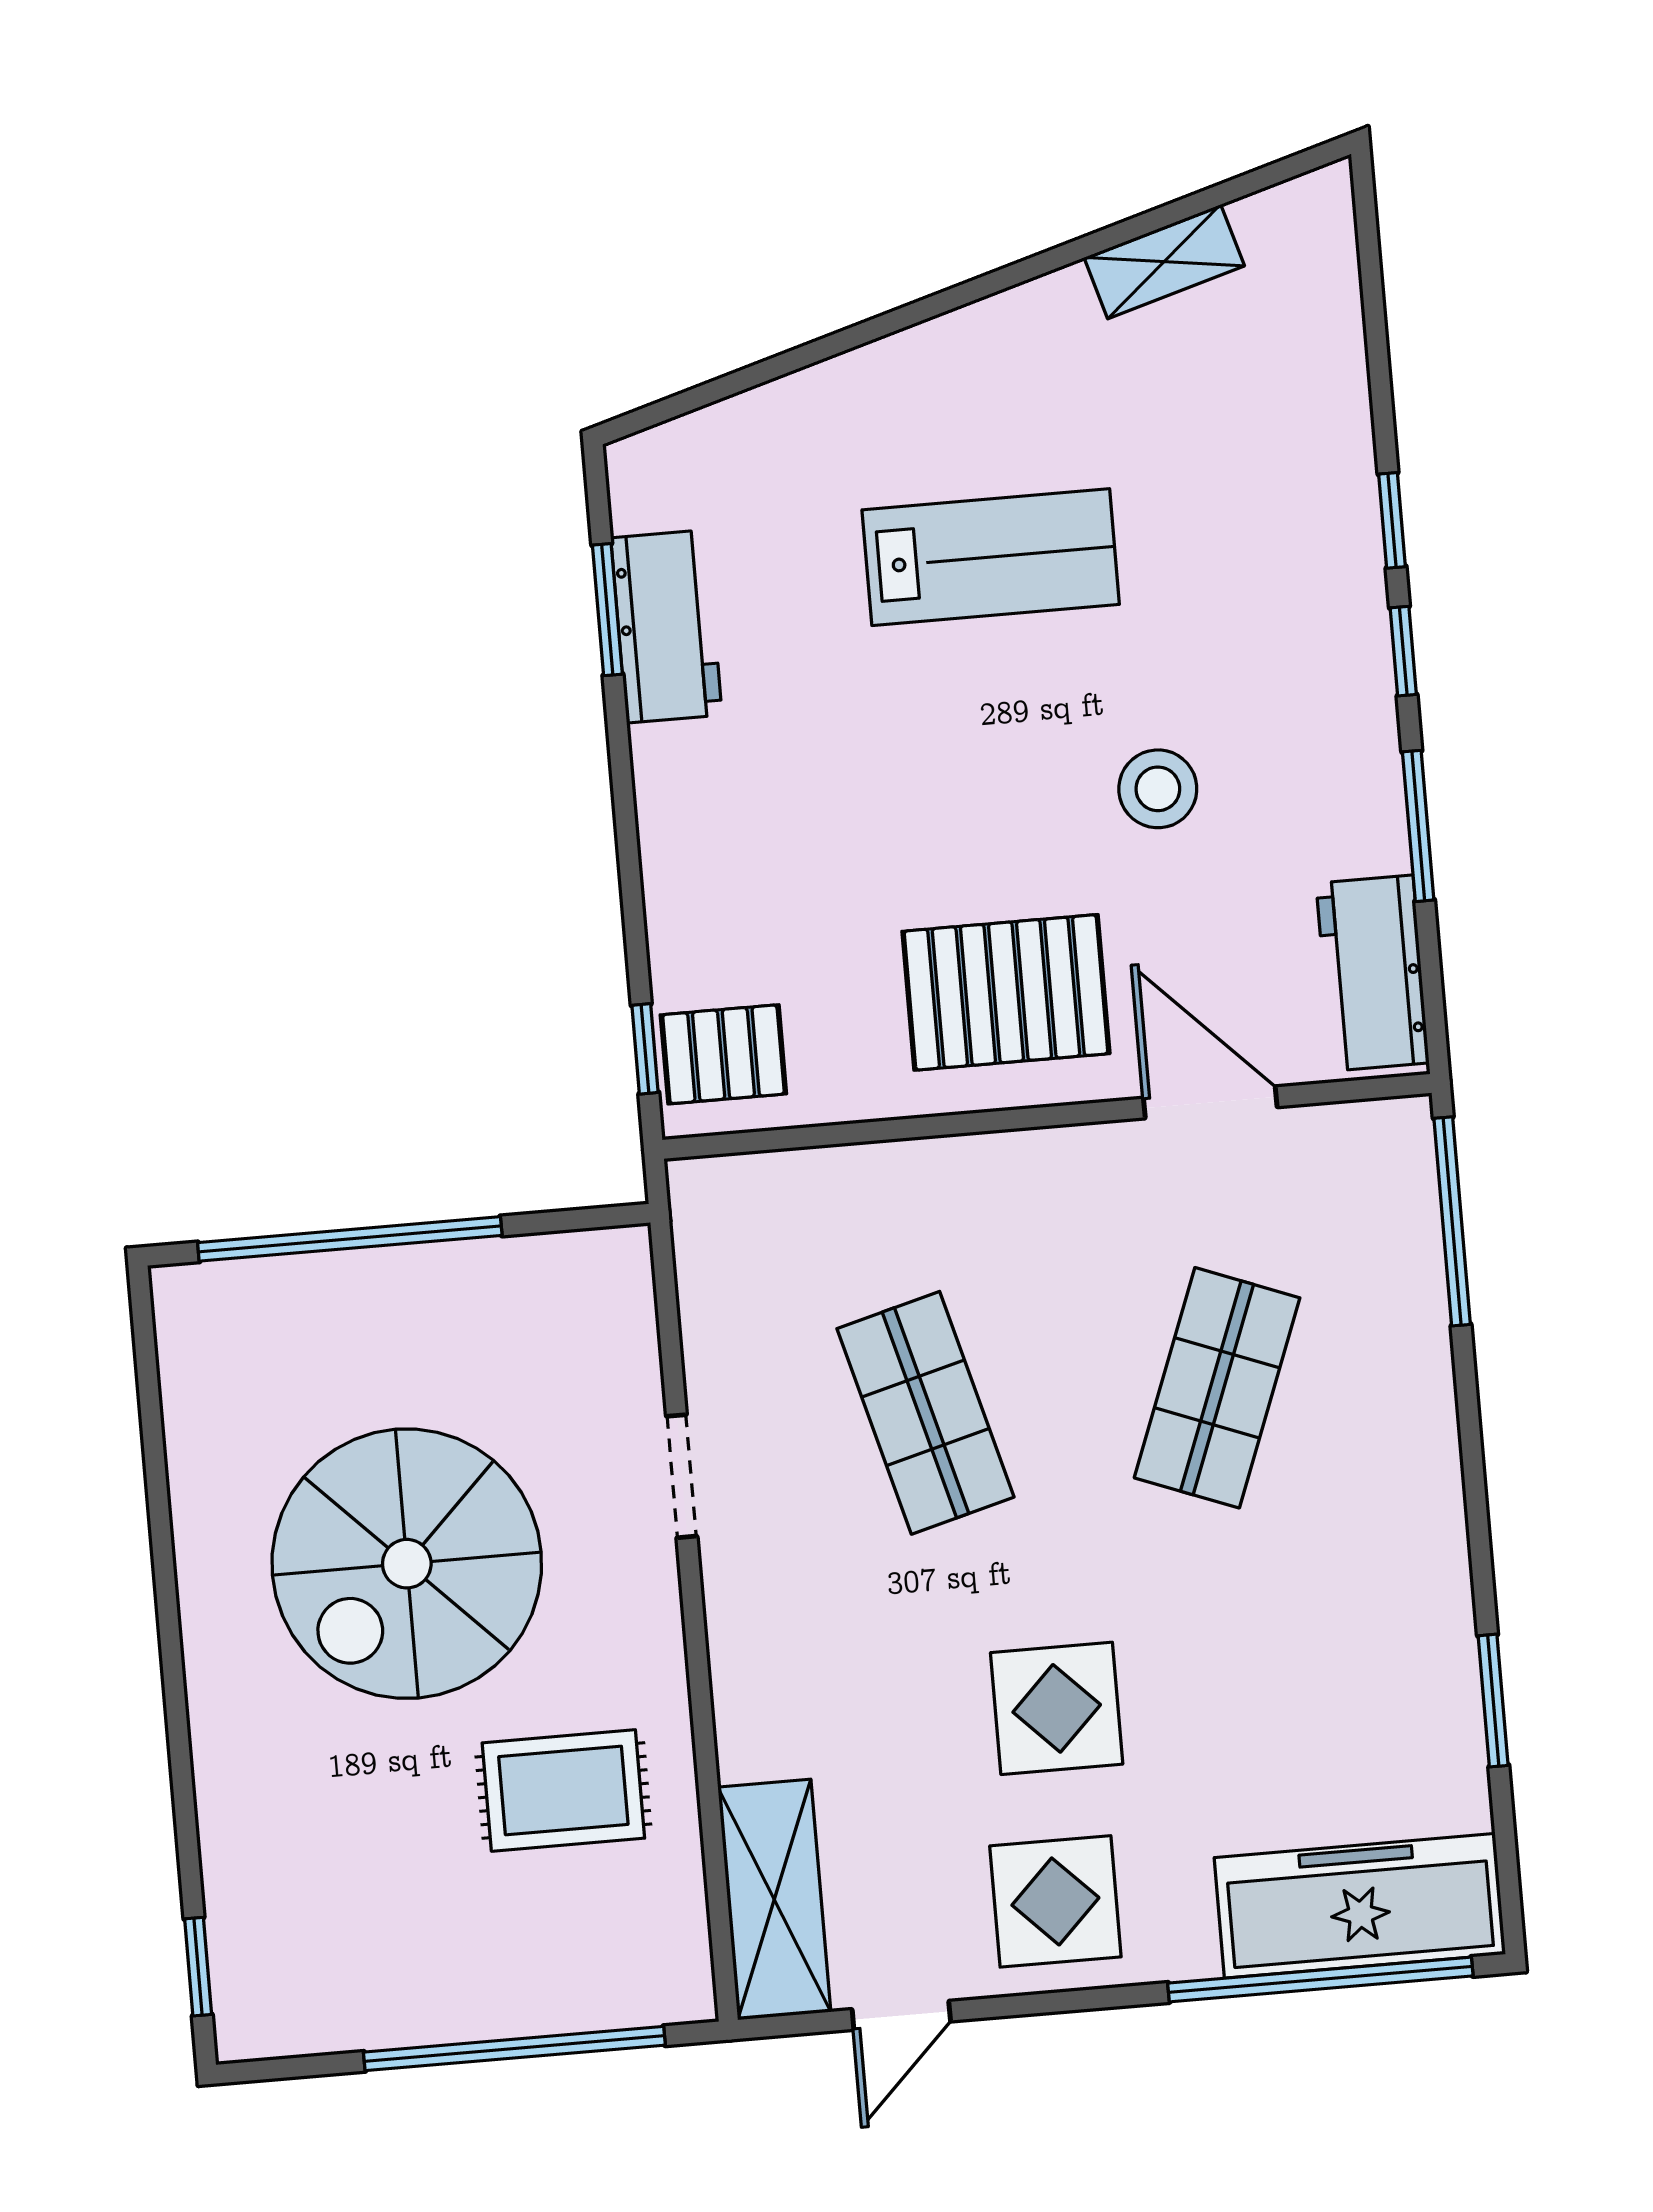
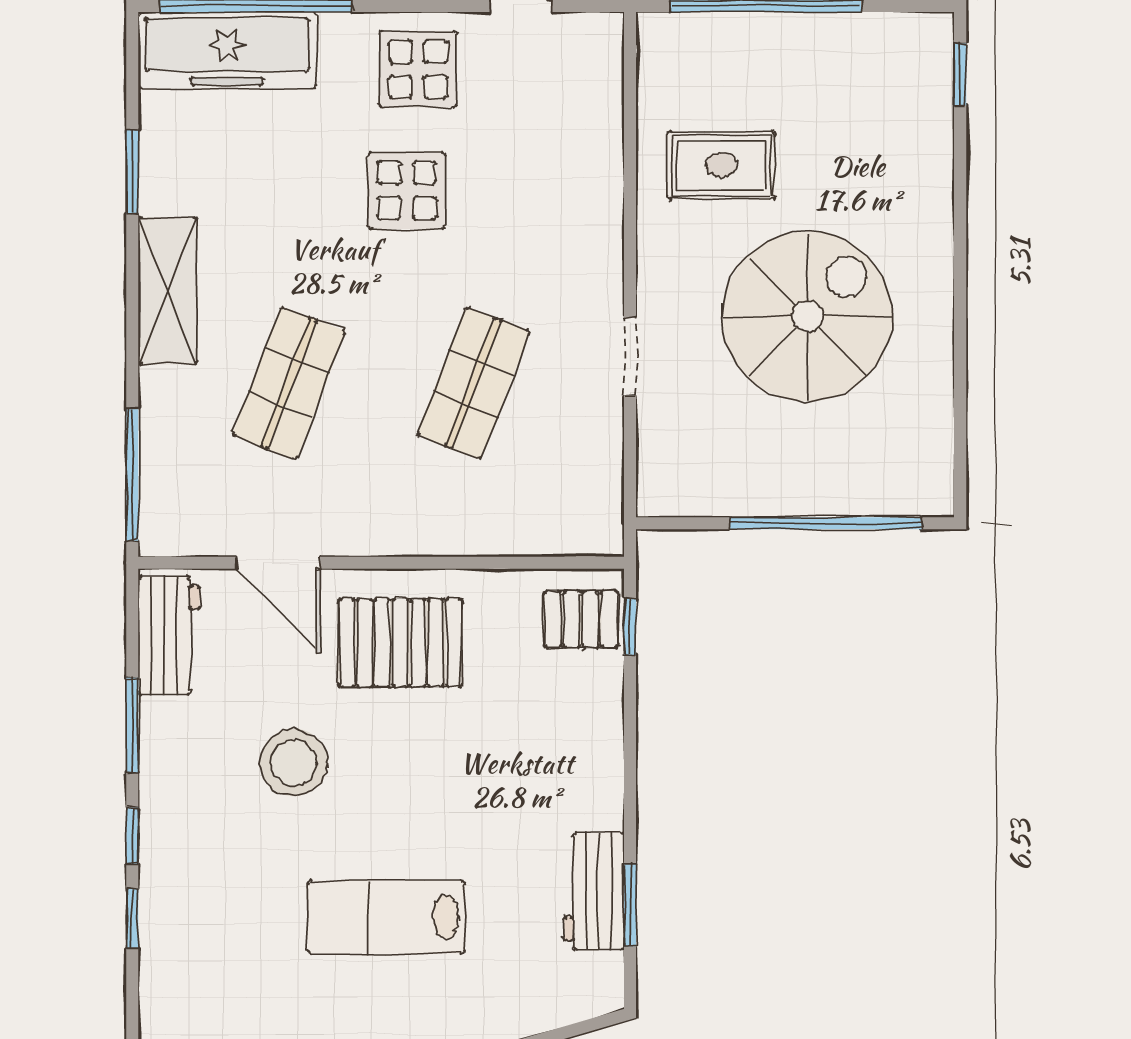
stool: (1158, 789) -> (294, 763), width x1.38, depth x1.38
shop shelf: (926, 1413) -> (473, 383), turned 36
shelving: (774, 1900) -> (168, 291), moved

